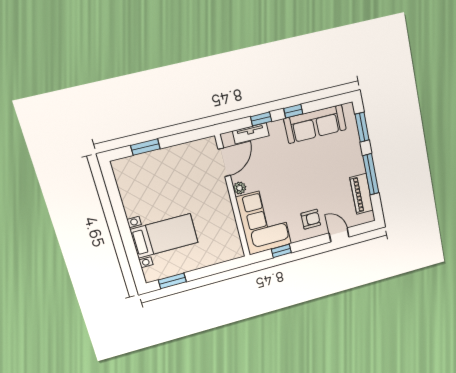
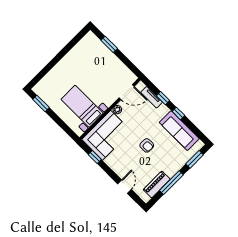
armchair: (311, 219) -> (147, 145), moved
bed with nightstands: (164, 236) -> (82, 106), moved, turned 180

